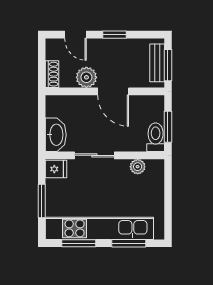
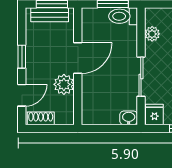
shoe rack: (52, 74) -> (41, 118), moved
washbasin: (56, 135) -> (129, 118), width x0.52, depth x0.69

